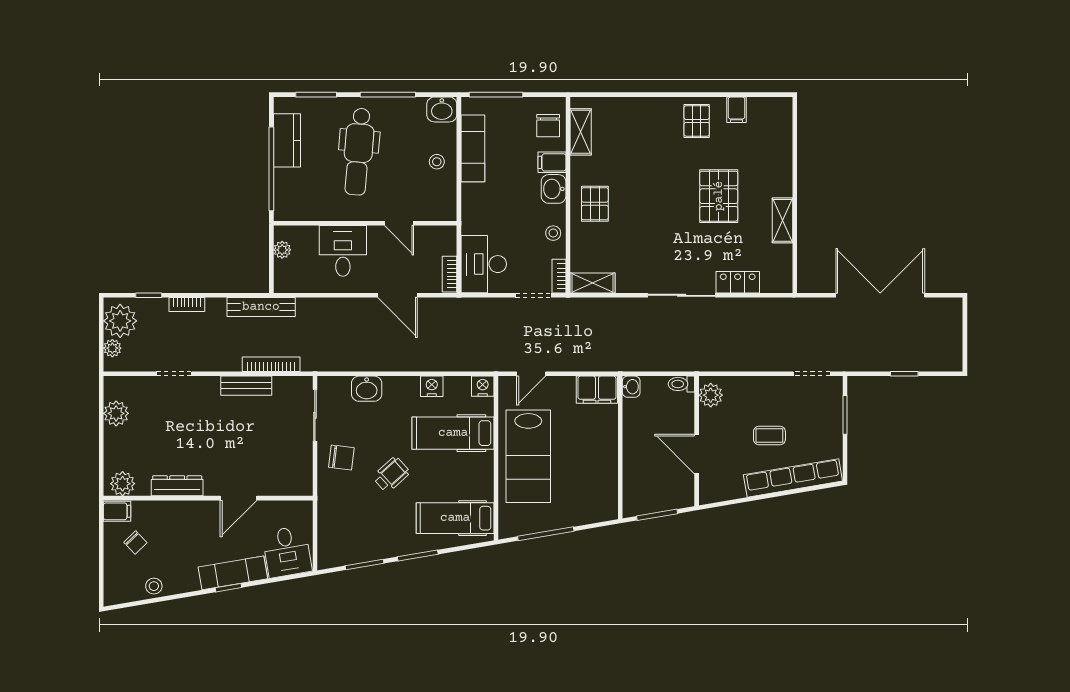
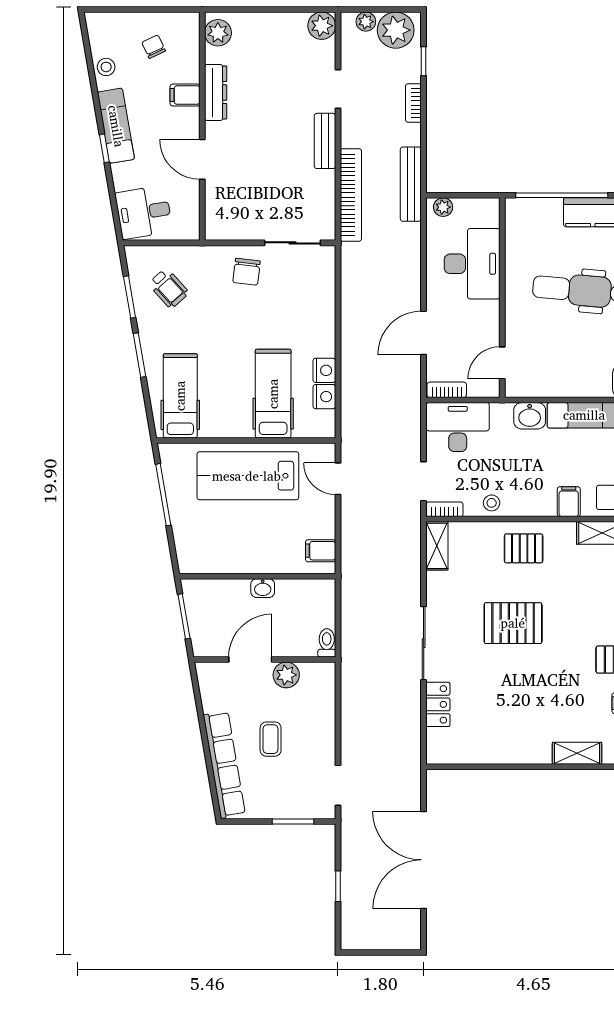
stool: (437, 162) -> (569, 376), removed
washbasin: (554, 189) -> (530, 416), moved, turned 180
pallet: (719, 196) -> (513, 623), moved
shelving: (782, 220) -> (577, 753), moved
door: (399, 223) -> (502, 363), moved
plant: (282, 250) -> (443, 207), moved
desk: (343, 251) -> (472, 264), width x1.37
double door: (880, 295) -> (424, 860), swing flipped
bookcase: (271, 364) -> (351, 195), width x1.48, depth x1.31
bench: (246, 386) -> (325, 141), moved
nightstand: (483, 386) -> (324, 397), moved
washbasin: (631, 387) -> (263, 588), moved
washbasin: (367, 389) -> (322, 299), removed
filing cabinet: (597, 390) -> (321, 551), width x0.50
plant: (711, 395) -> (286, 675), moved
plant: (116, 413) -> (322, 26), moved
wheelchair: (391, 475) -> (169, 288), moved
filing cabinet: (117, 511) -> (185, 95), moved, turned 90
chair: (135, 543) -> (154, 47), turned 109
exam couch: (233, 573) -> (116, 126), moved

